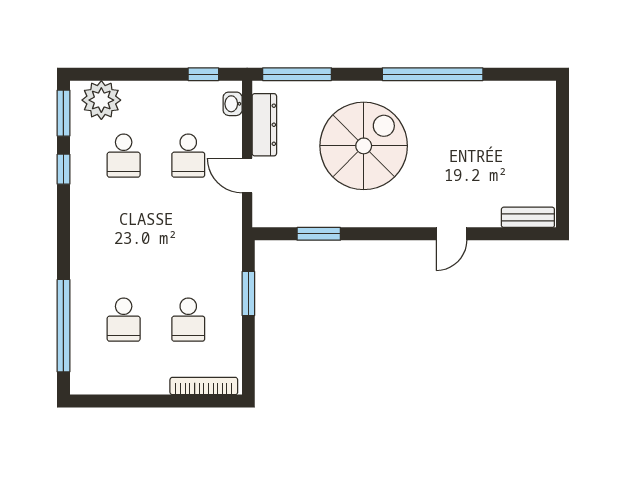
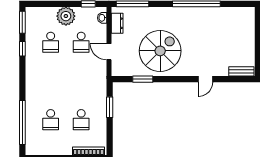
plant: (101, 100) -> (66, 16), moved
dresser: (264, 125) -> (117, 23), width x0.70
spiral stairs: (364, 146) -> (160, 51), moved

